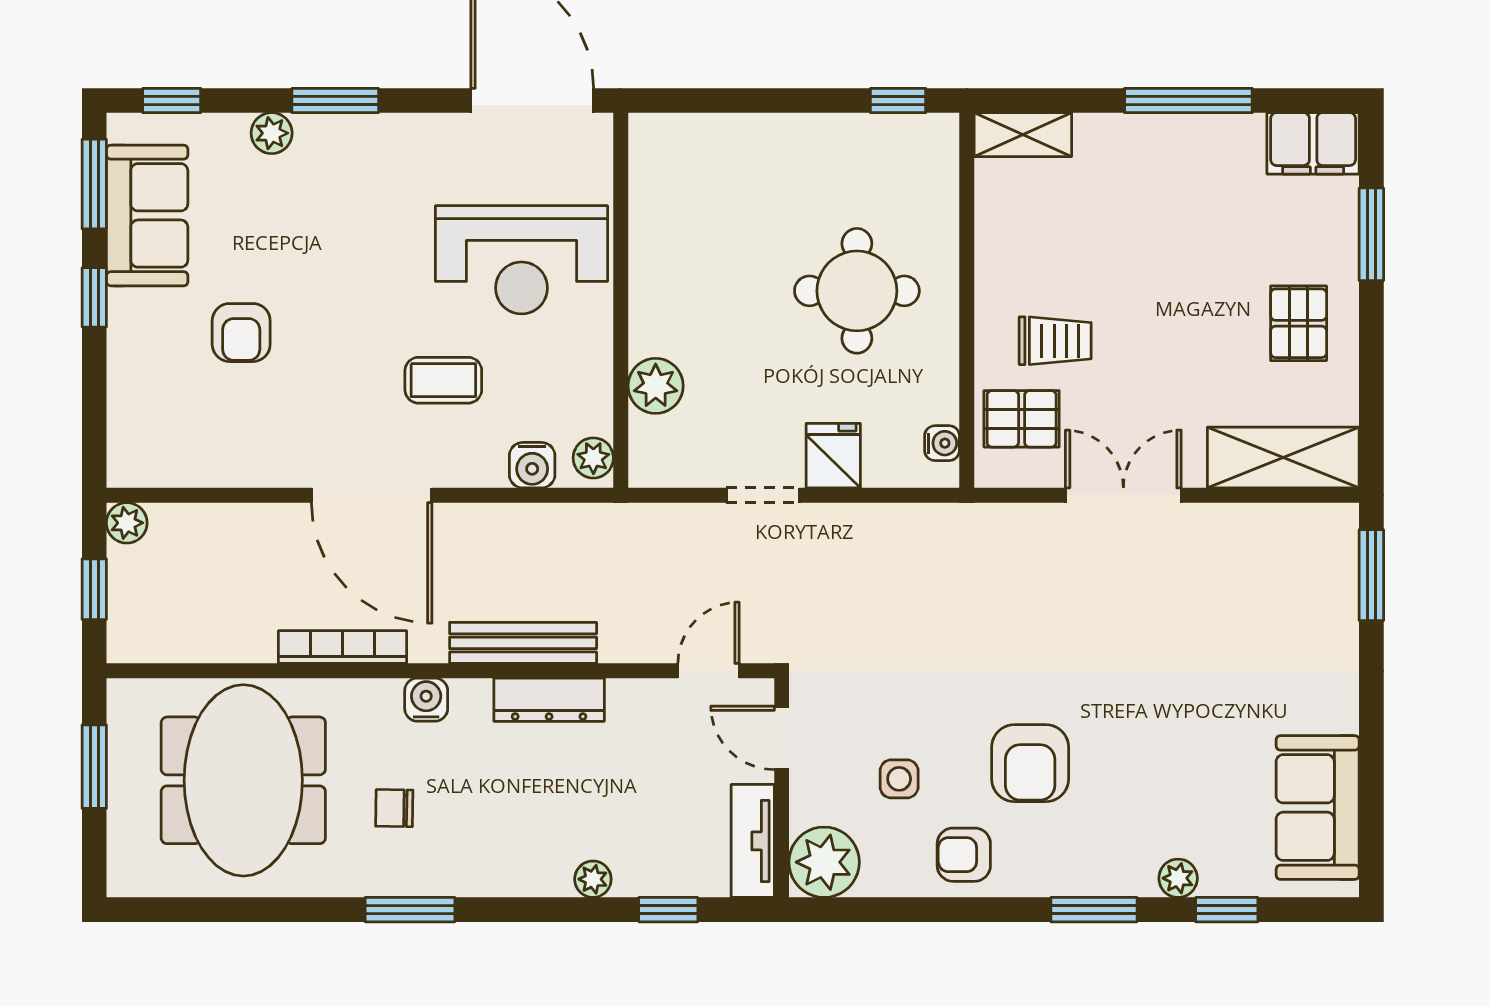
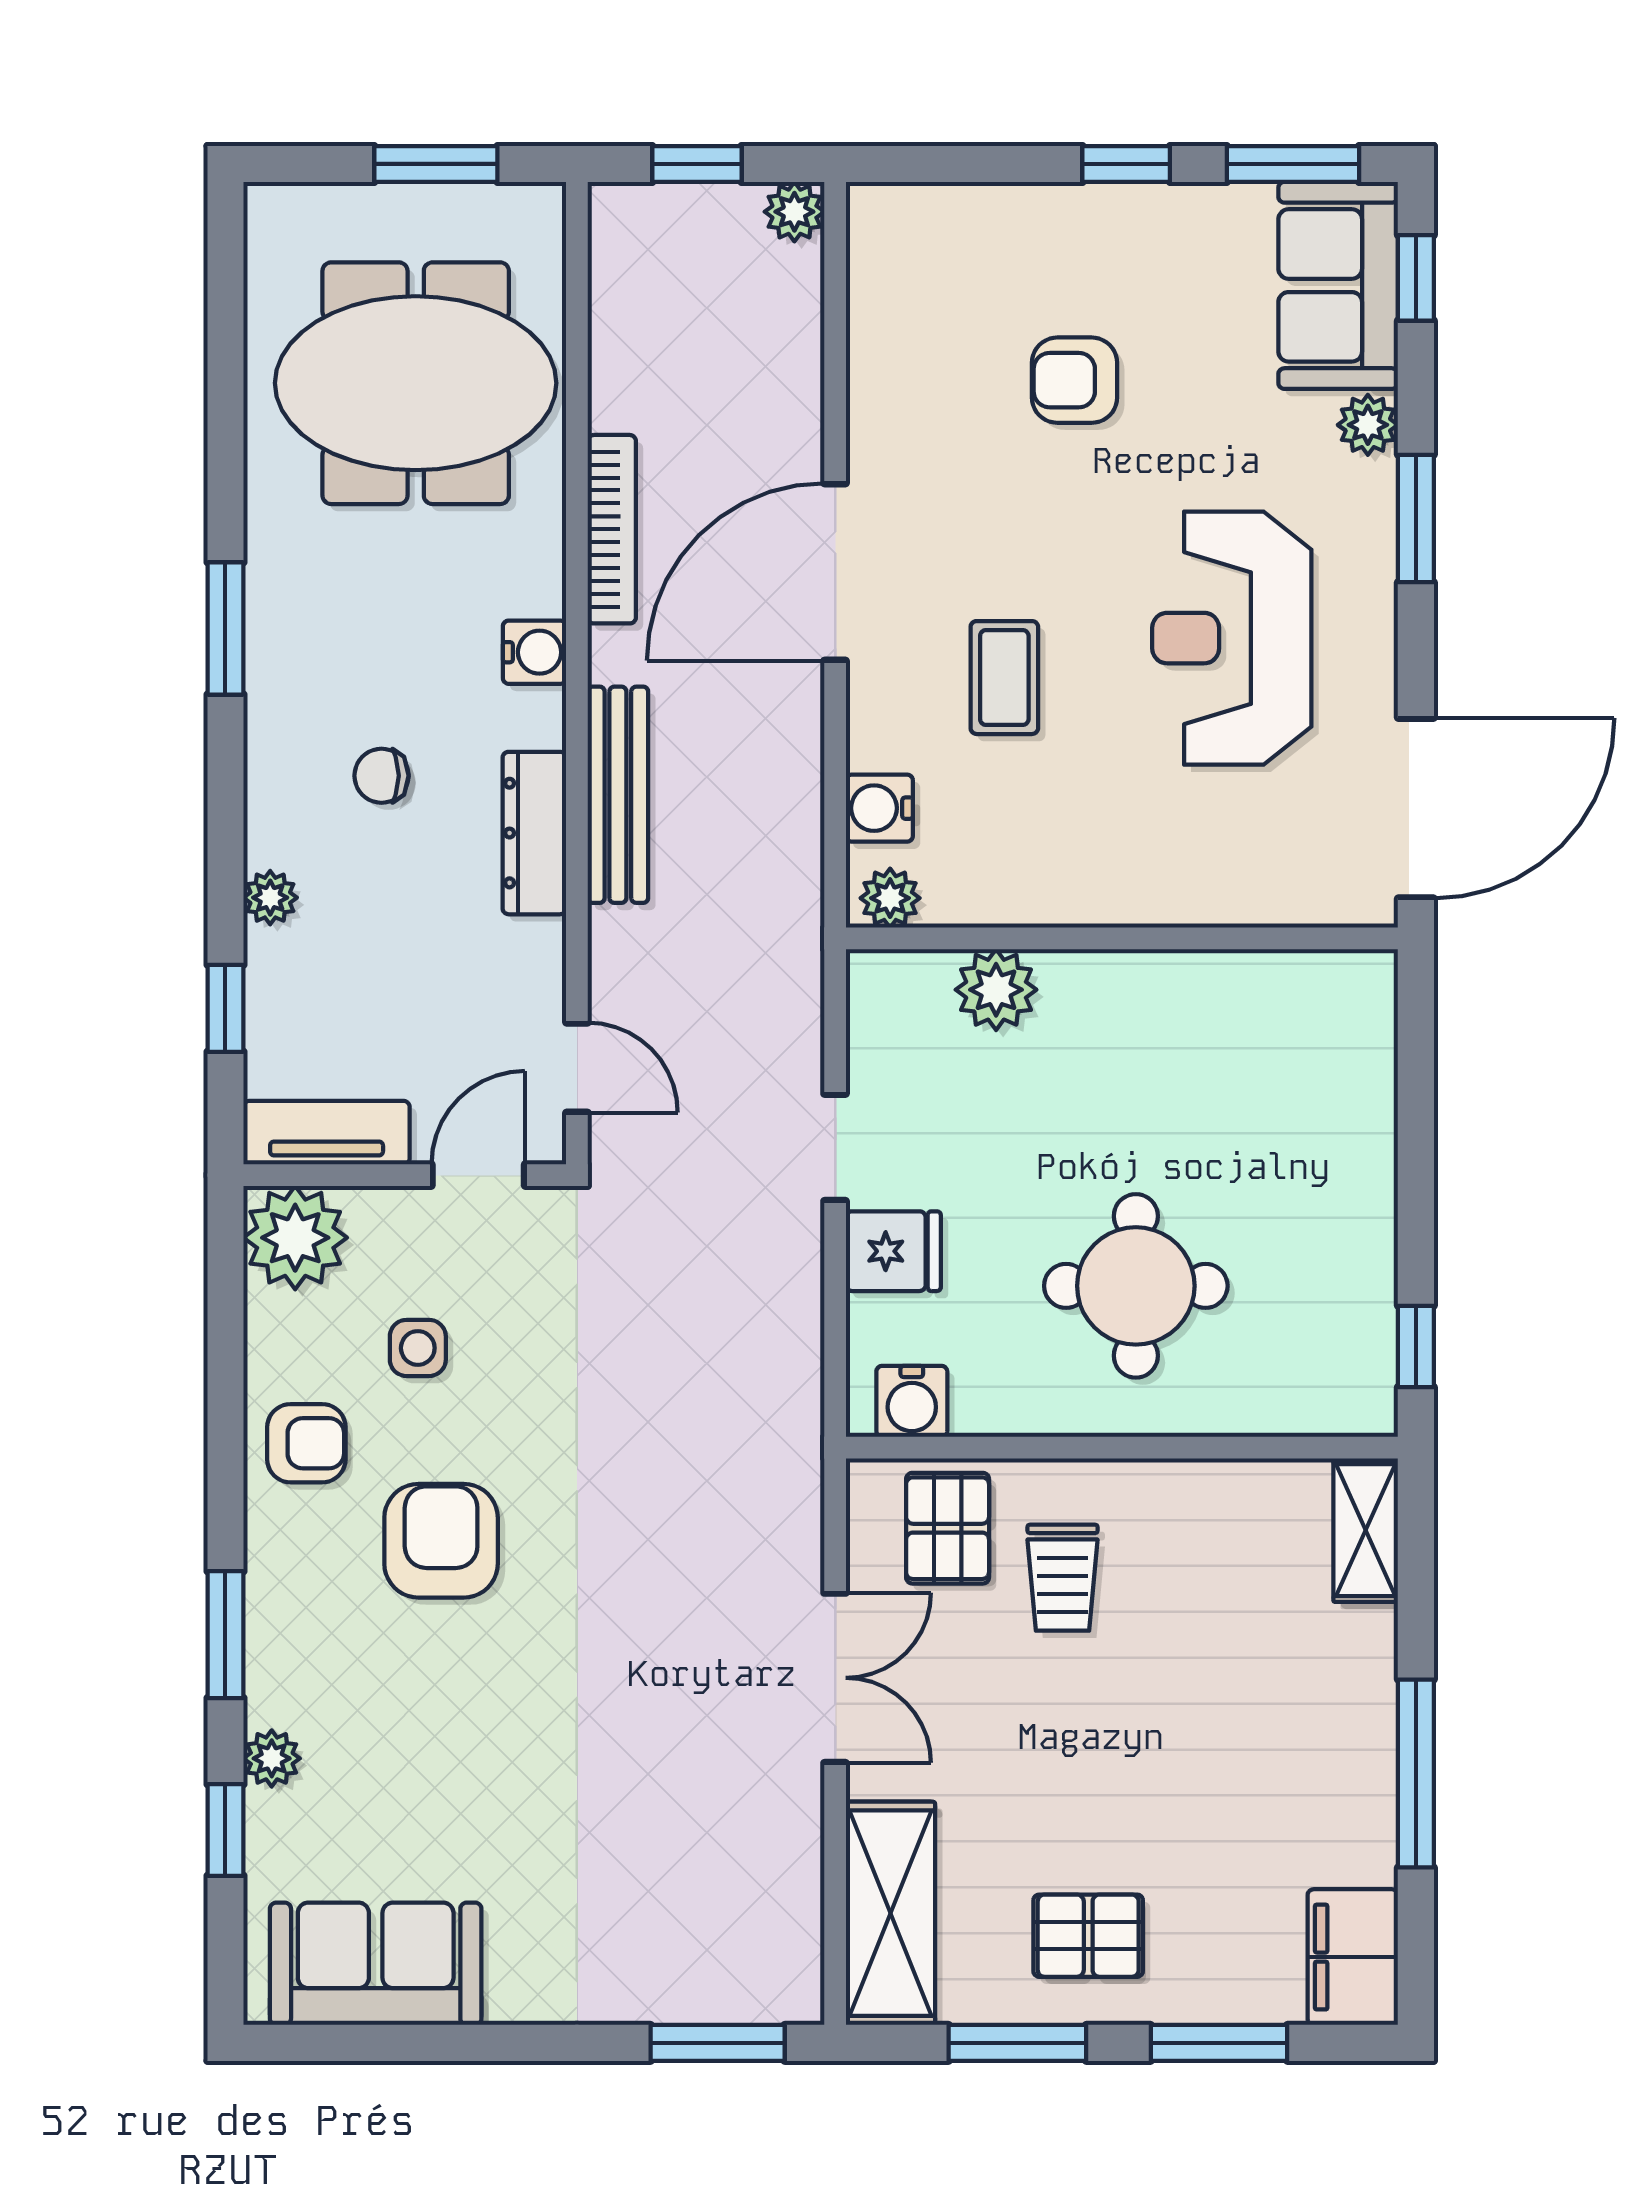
sofa: (147, 215) -> (1338, 285), moved, turned 90
reception desk: (521, 260) -> (1232, 638), moved
window: (1371, 371) -> (1017, 2043), added
water cooler: (942, 443) -> (912, 1401), width x1.38, depth x1.38
armchair: (1030, 763) -> (441, 1541), turned 90
chair: (394, 808) -> (381, 776), moved, turned -91
armchair: (964, 855) -> (306, 1443), turned 90

